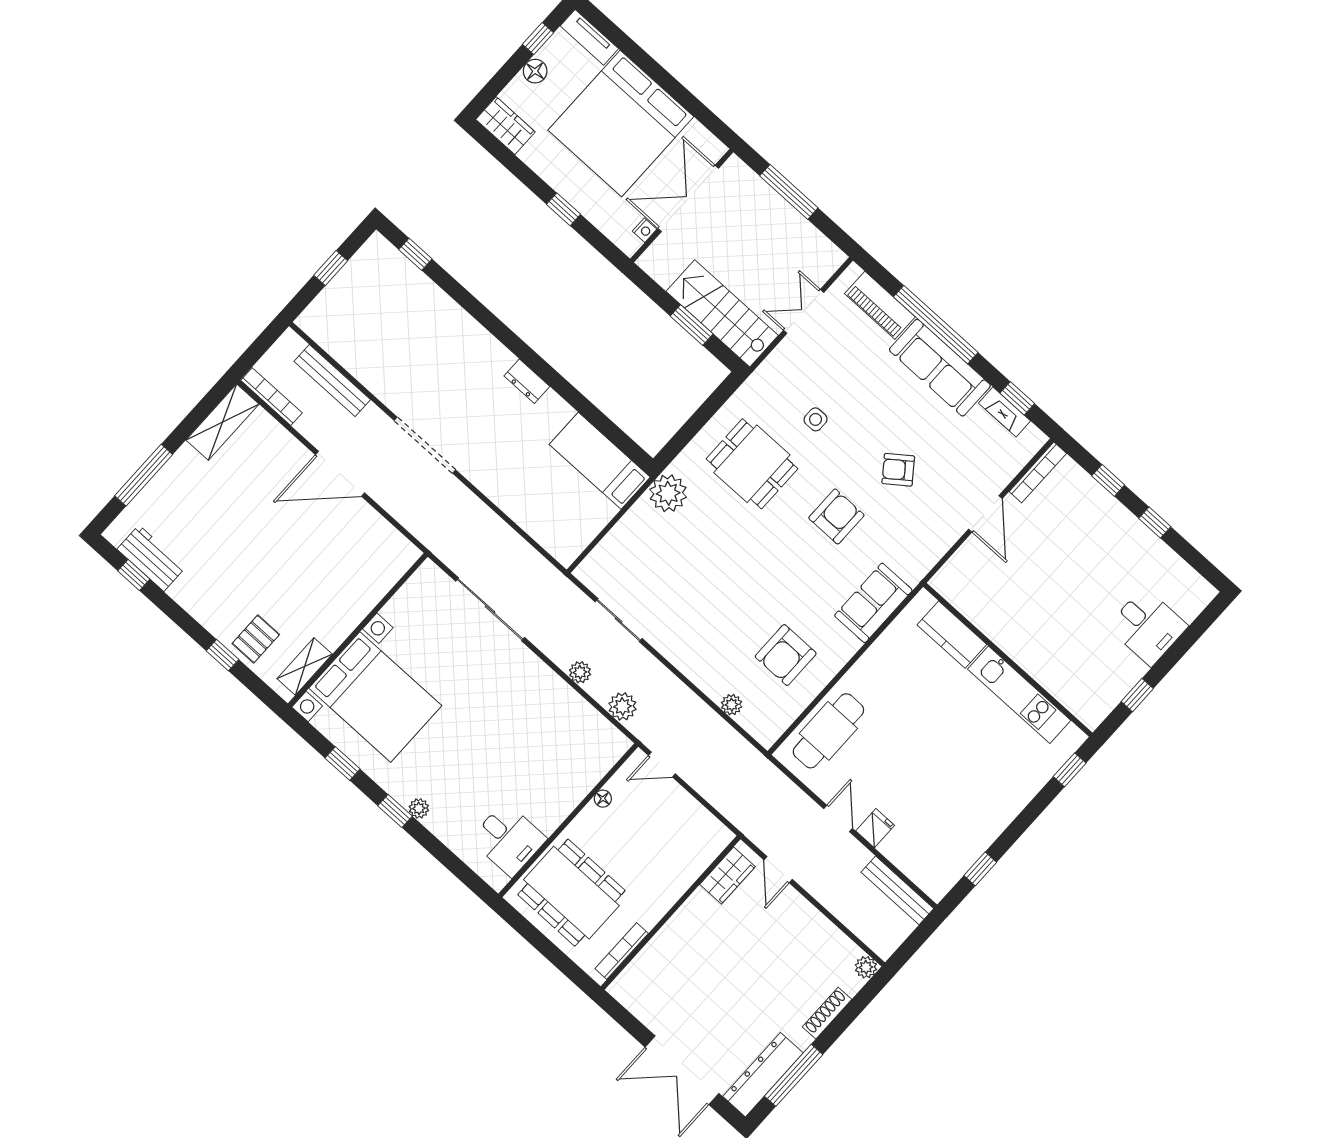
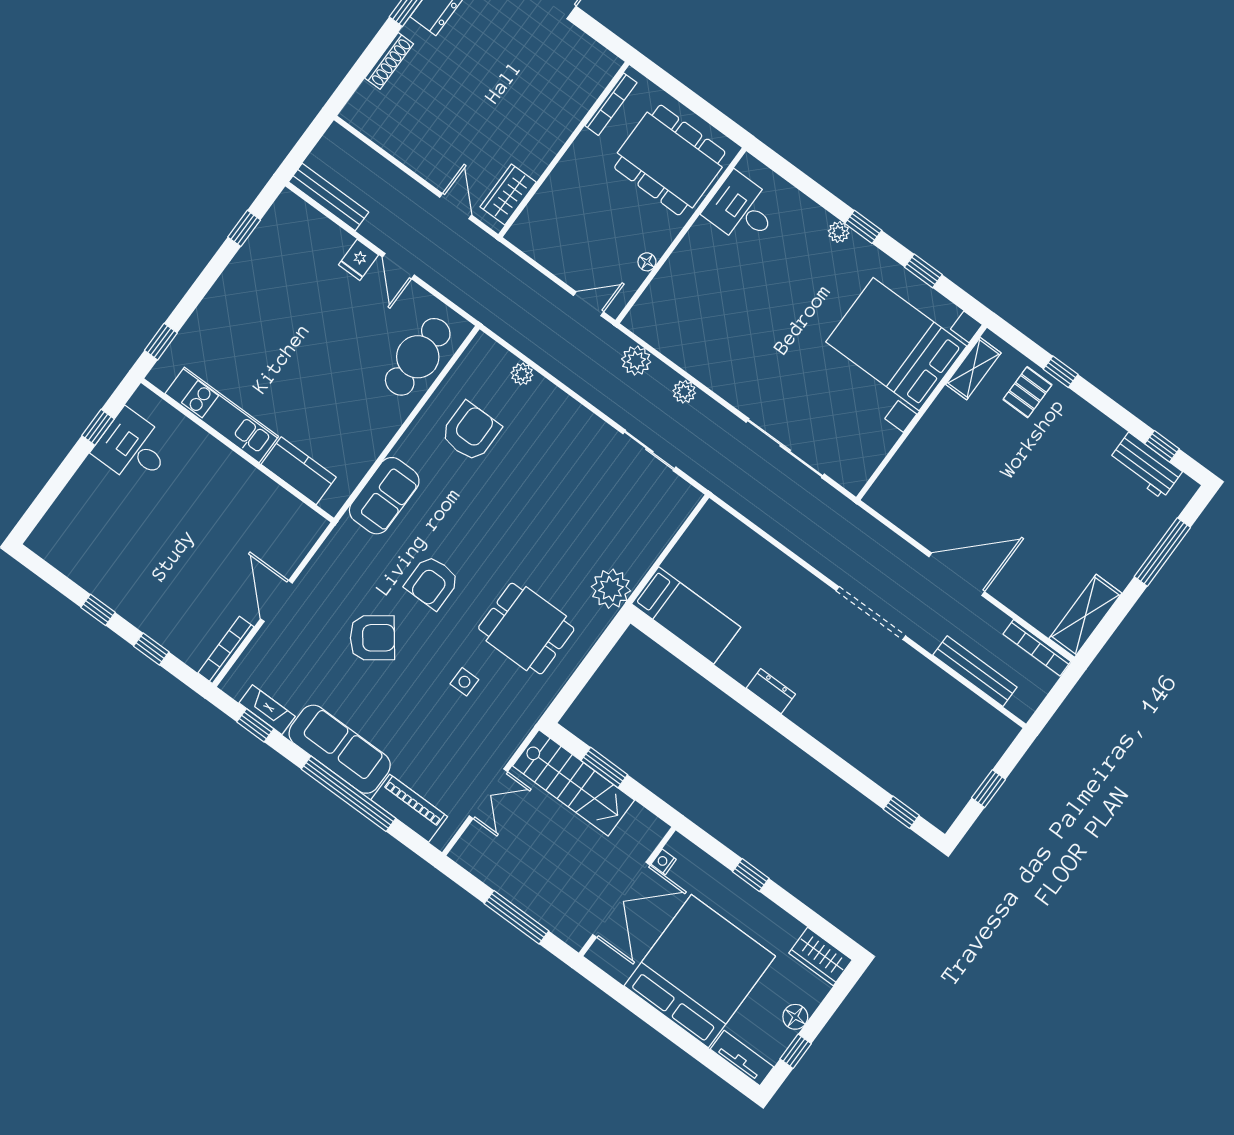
armchair: (898, 470) -> (372, 638), width x1.38, depth x1.38
desk: (1147, 626) -> (133, 448), moved
plant: (866, 967) -> (353, 113), removed

